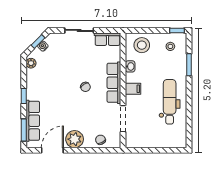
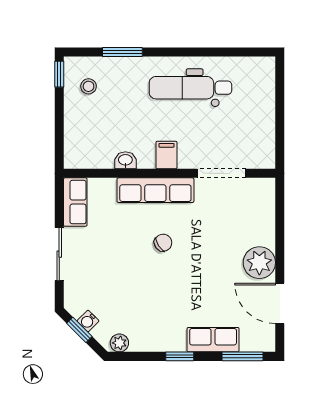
stool: (142, 45) -> (86, 139), removed
row of seats: (33, 121) -> (213, 340), width x0.68
chair: (100, 140) -> (260, 215), removed

